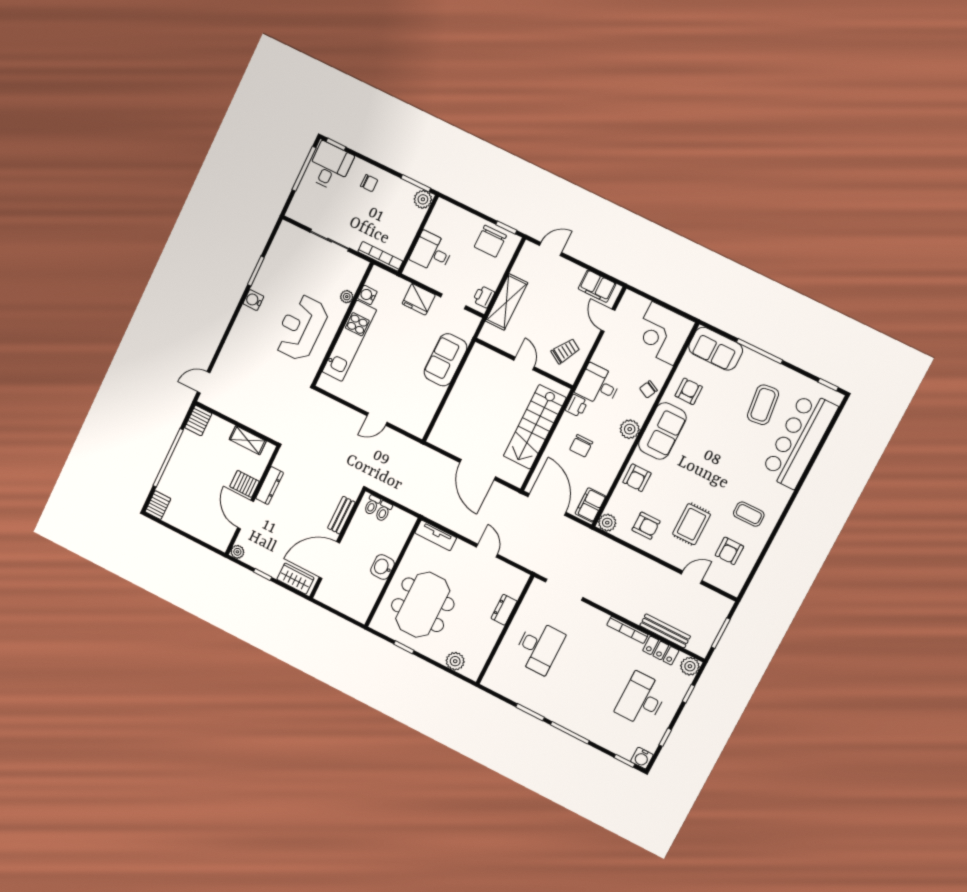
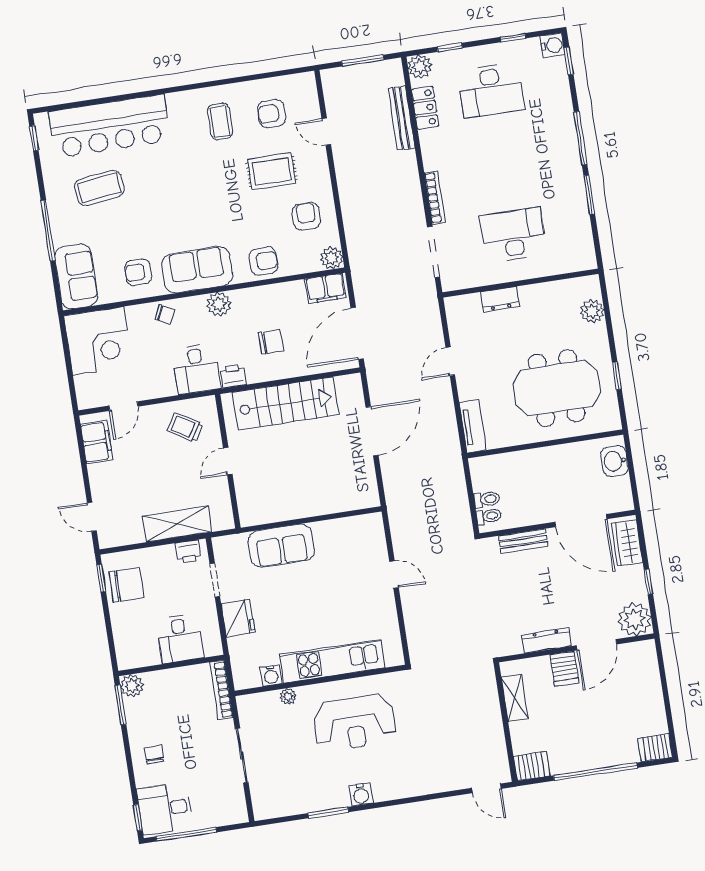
armchair: (729, 551) -> (272, 114), turned 180
plant: (237, 552) -> (635, 619), width x1.88, depth x1.88
washbasin: (382, 567) -> (615, 461), moved, turned 90
bookcase: (627, 630) -> (435, 198), moved

